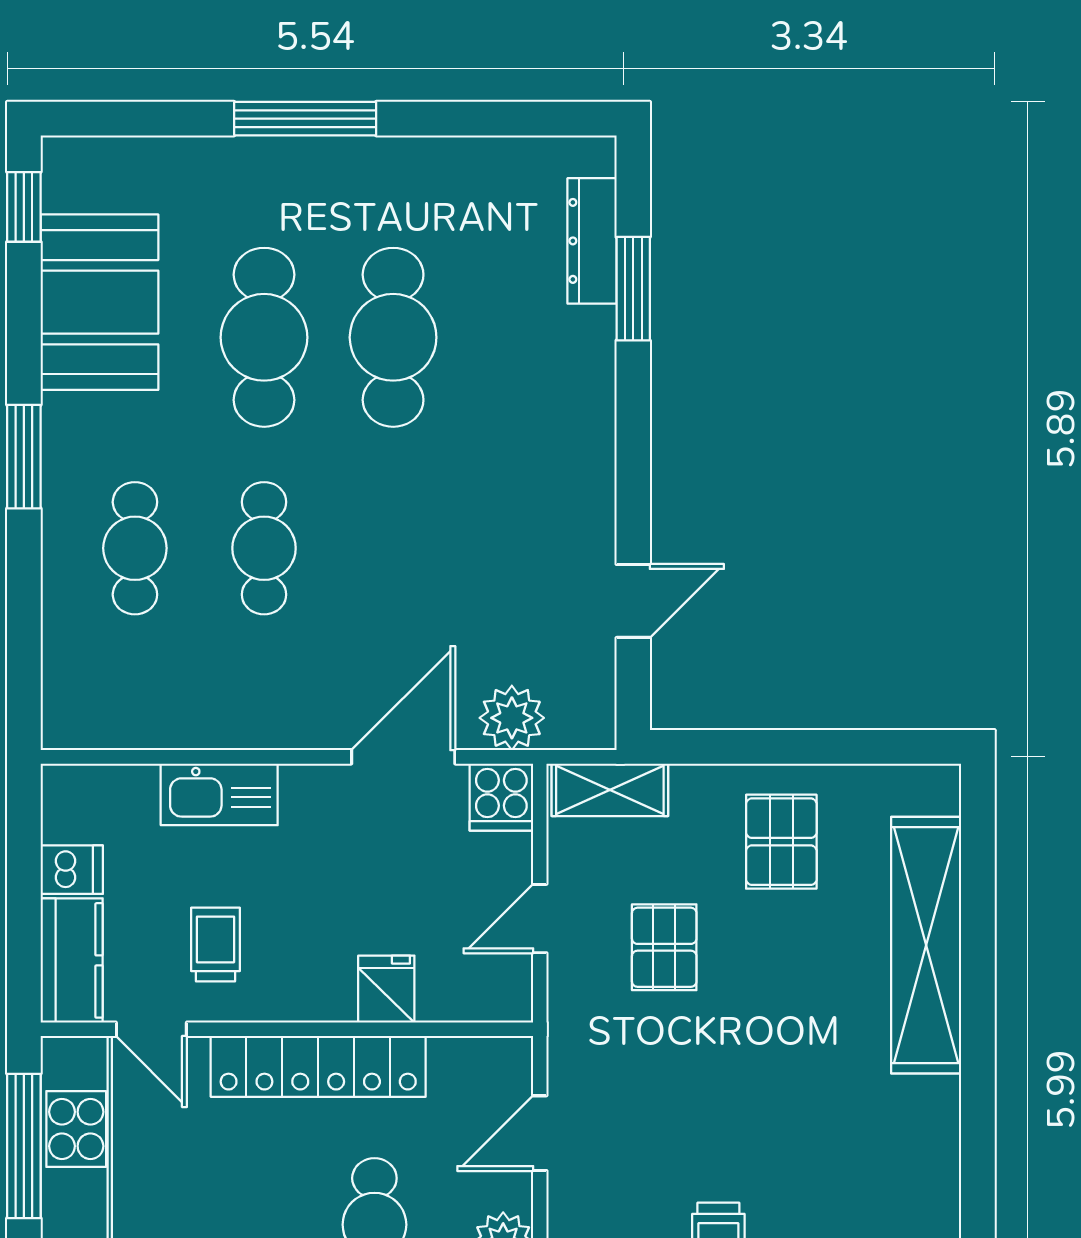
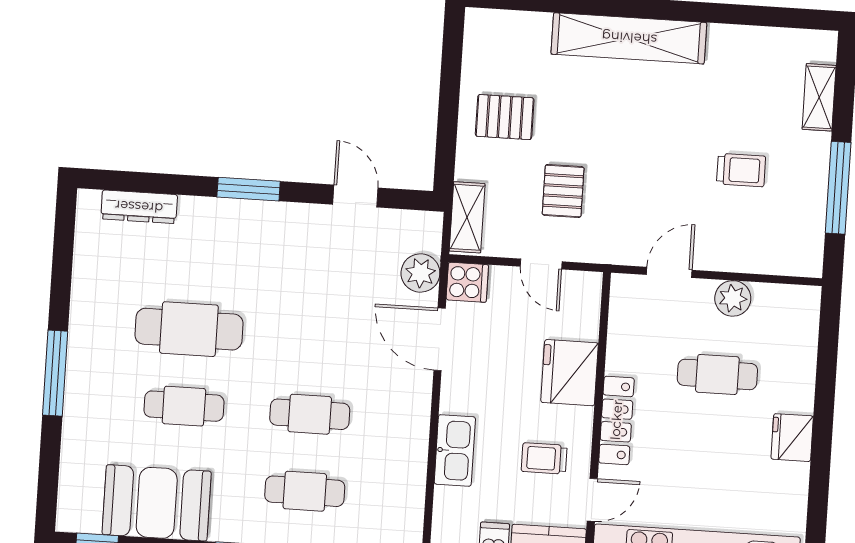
window: (633, 289) -> (249, 189), moved
cafe table: (264, 337) -> (184, 406), width x0.73, depth x0.74
shelving: (926, 945) -> (629, 38), moved
pallet: (664, 947) -> (563, 191), turned 90
fridge: (386, 989) -> (570, 373), width x1.88, depth x1.34
locker: (318, 1066) -> (616, 420), width x0.71, depth x0.83
door: (540, 1133) -> (669, 272), swing flipped

